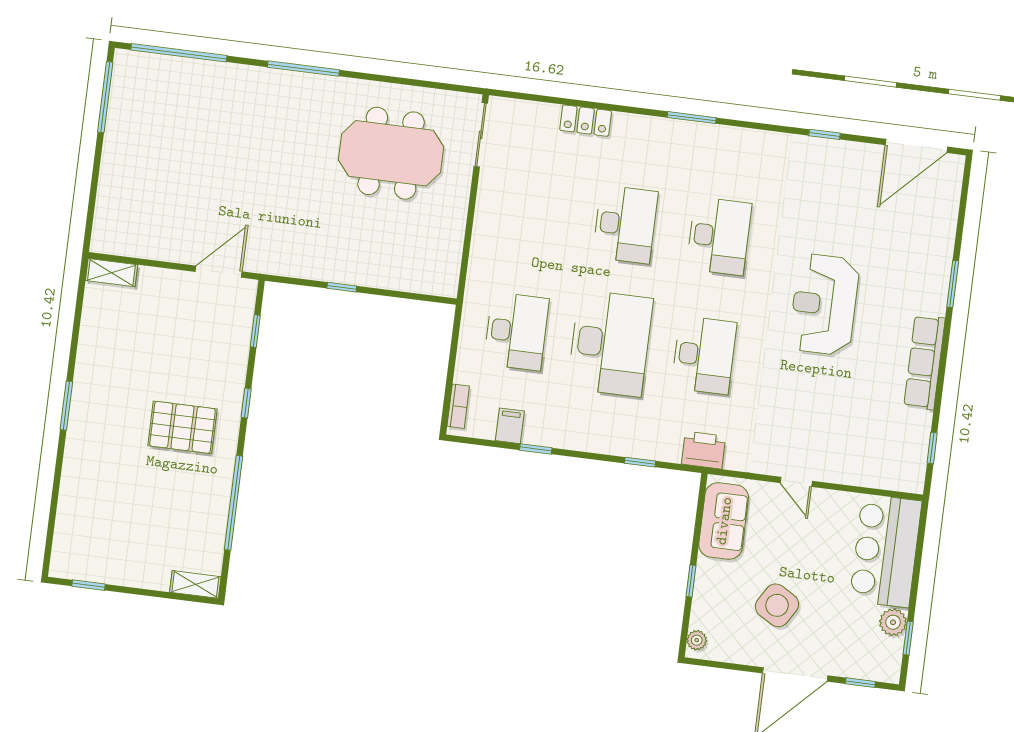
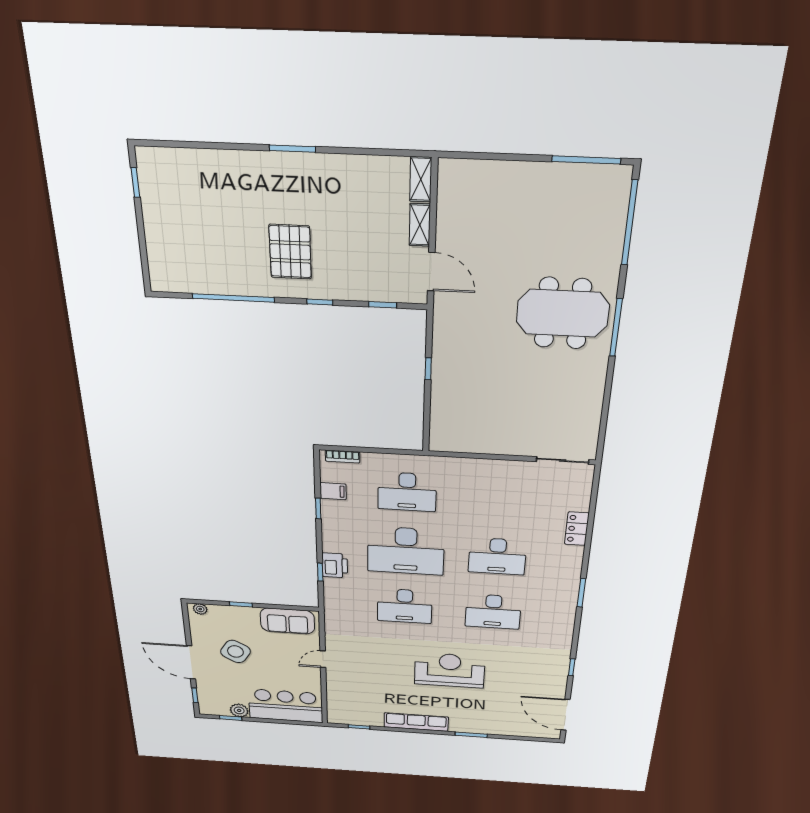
meeting table: (391, 153) -> (563, 313), moved, turned 90
printer: (704, 450) -> (335, 565), moved
shelving: (195, 584) -> (420, 225), moved

